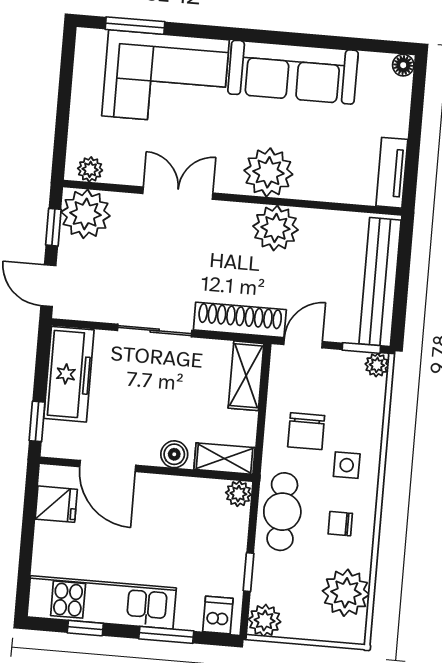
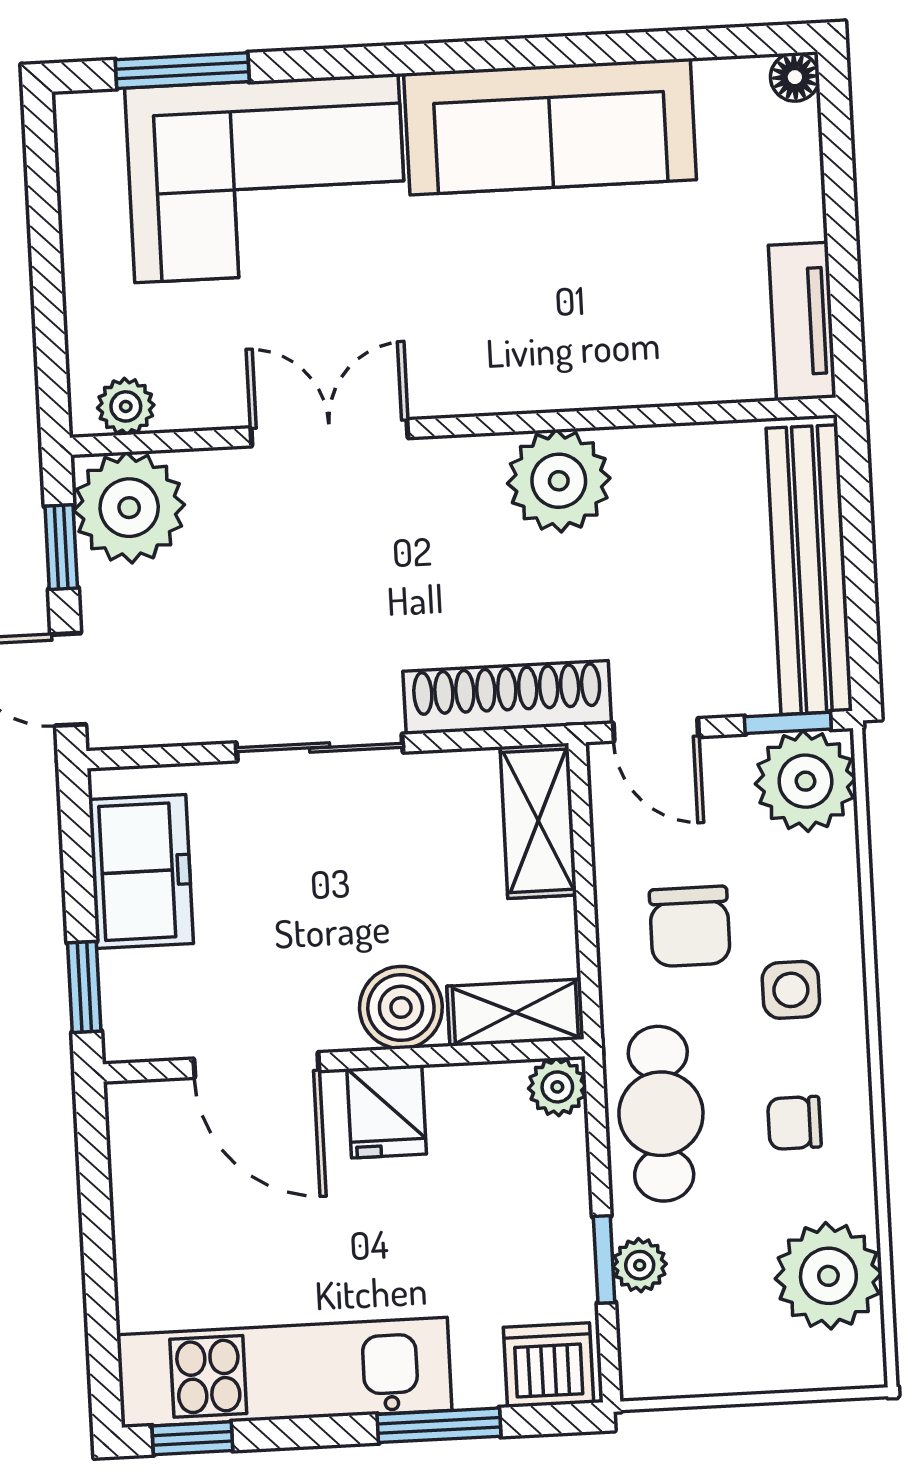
plant: (268, 172) -> (526, 358), removed
door: (303, 343) -> (656, 730), swing flipped
plant: (377, 365) -> (806, 781), width x1.88, depth x1.88
freezer: (69, 374) -> (141, 871), width x0.71
boiler: (174, 454) -> (401, 1008), width x1.36, depth x1.36
fridge: (56, 504) -> (387, 1111), moved, turned 90
dishwasher: (218, 615) -> (549, 1365), width x1.38
plant: (265, 621) -> (640, 1265), moved, width x0.73, depth x0.73
window: (85, 628) -> (192, 1438), moved

